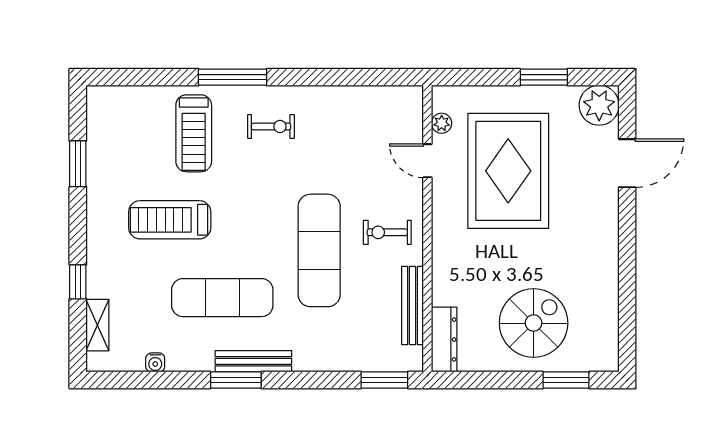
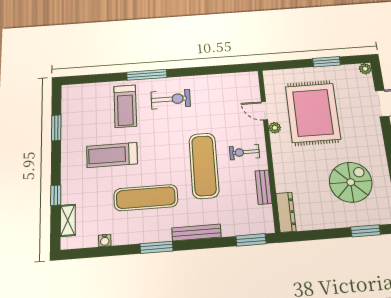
plant: (599, 105) -> (365, 69), width x0.53, depth x0.53
plant: (442, 123) -> (275, 128), moved
exercise bike: (271, 126) -> (171, 99), width x1.38, depth x1.39
bench: (413, 305) -> (263, 187), width x0.73
spiral stairs: (534, 323) -> (351, 182), moved
bench: (253, 361) -> (197, 232), moved

